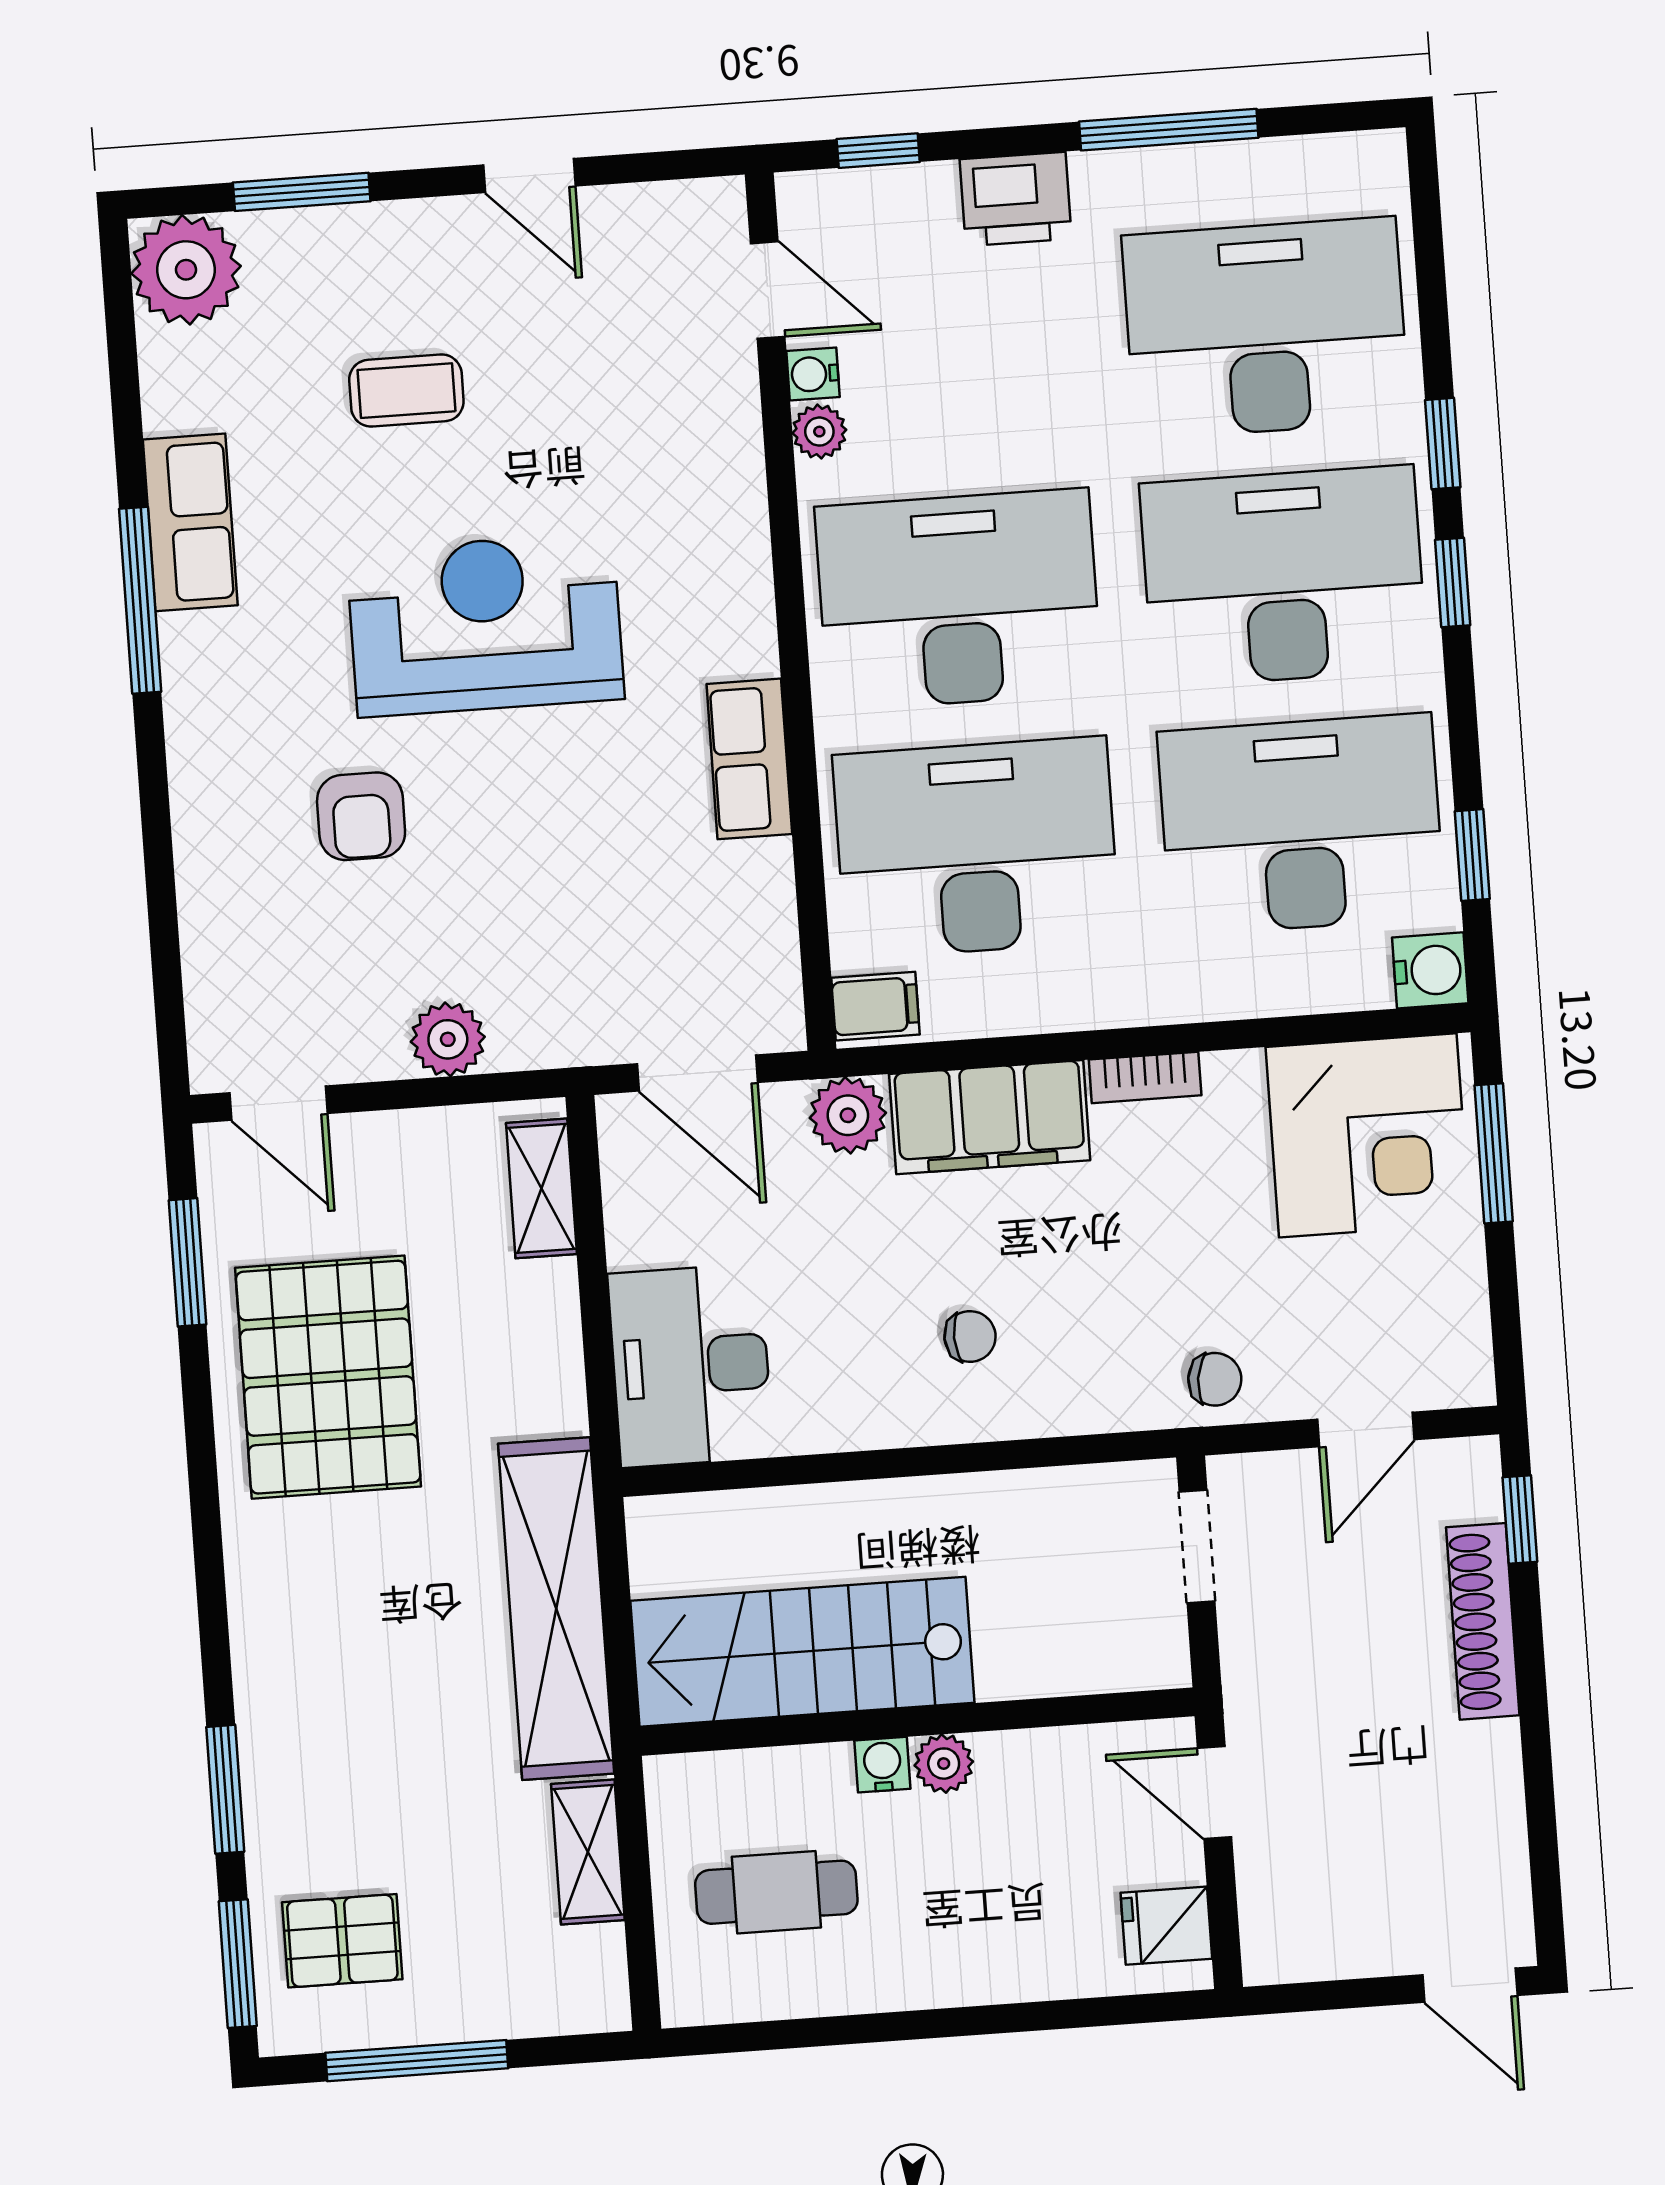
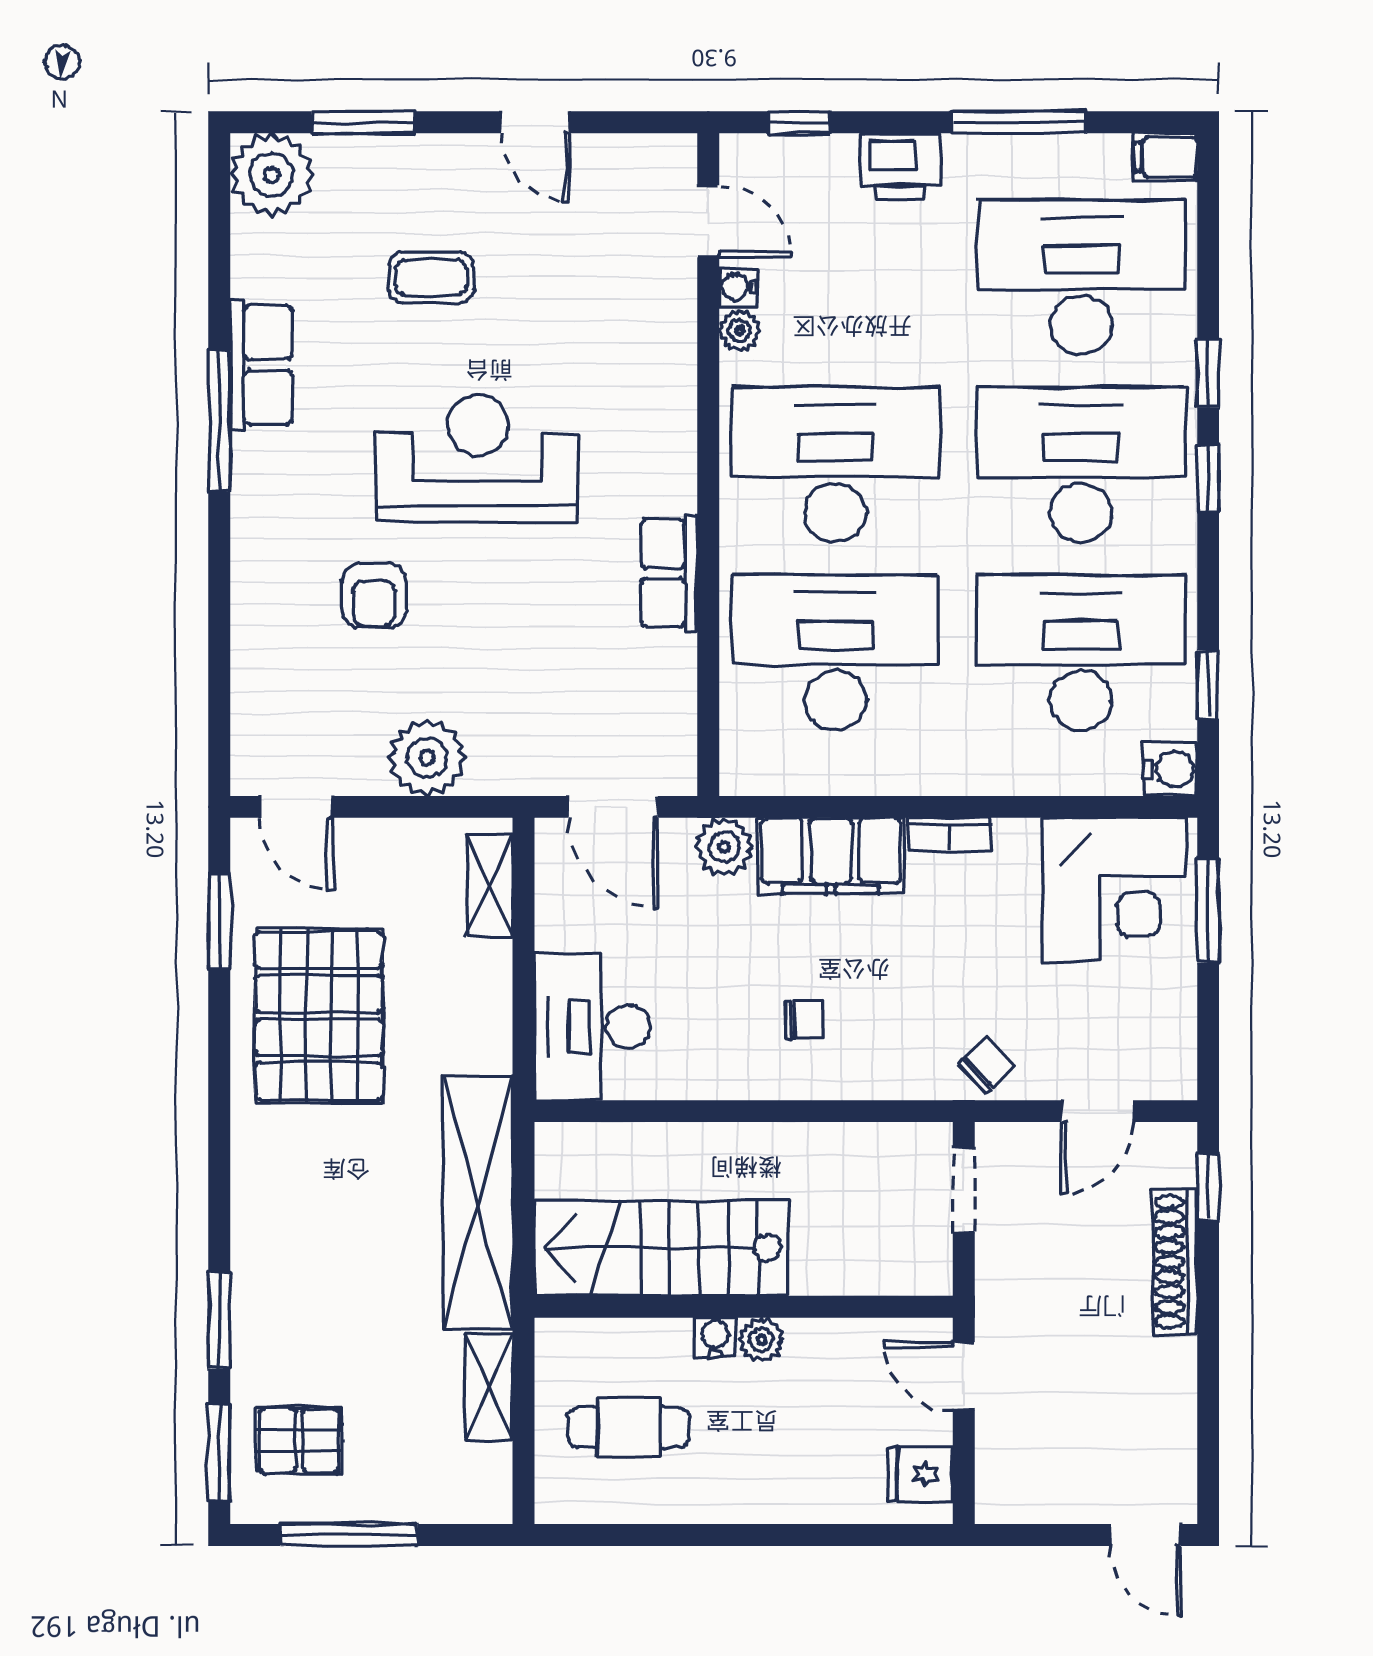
filing cabinet: (876, 1006) -> (1166, 157), moved, turned 180
plant: (448, 1039) -> (427, 758), width x1.36, depth x1.36
chair: (1215, 1379) -> (986, 1065), turned -50

